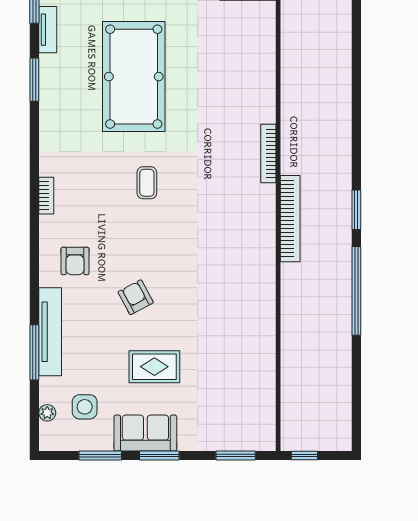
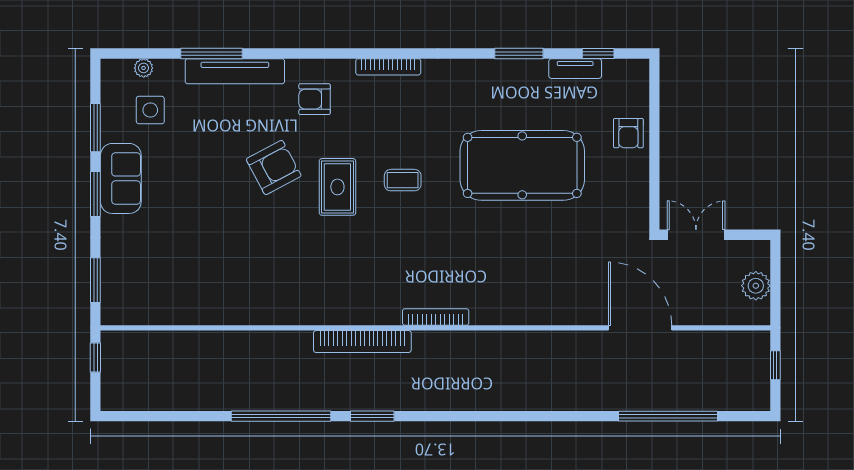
bookcase: (46, 196) -> (388, 67), width x1.56
armchair: (136, 297) -> (274, 168), width x1.38, depth x1.38
rug: (154, 367) -> (337, 187), moved

